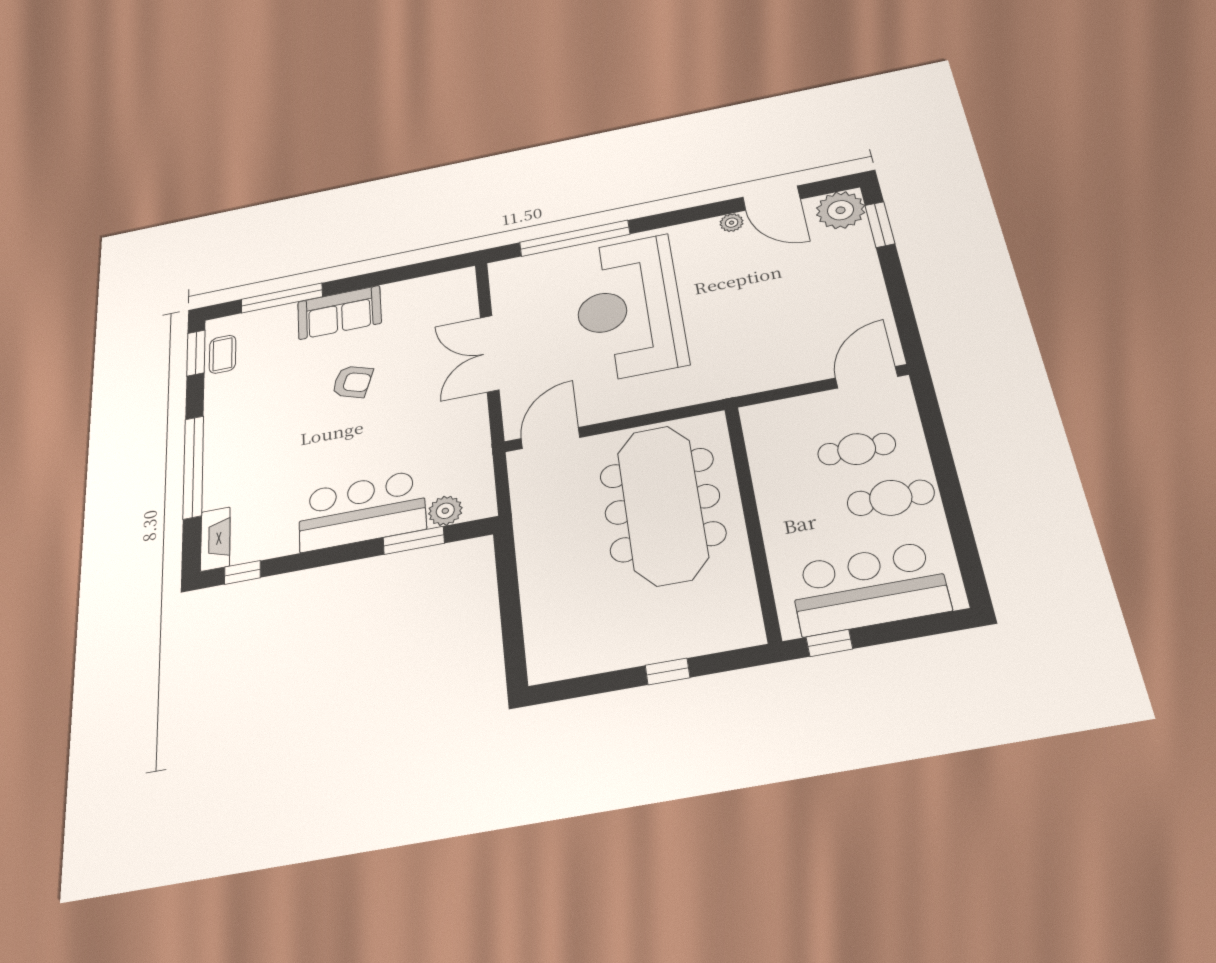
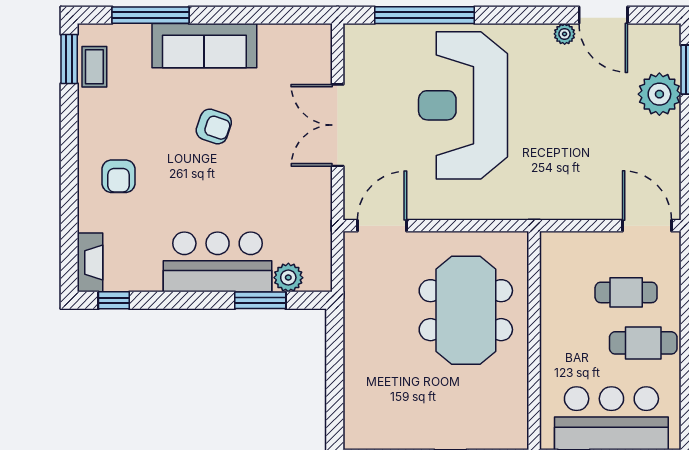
plant: (841, 210) -> (659, 94), moved
sofa: (339, 312) -> (204, 46), width x1.36
door: (866, 377) -> (647, 226), hinge flipped
armchair: (248, 449) -> (119, 176), added
window: (193, 467) -> (69, 184), removed
meeting table: (662, 504) -> (466, 310), width x0.73

